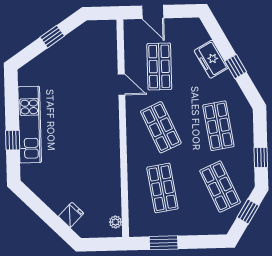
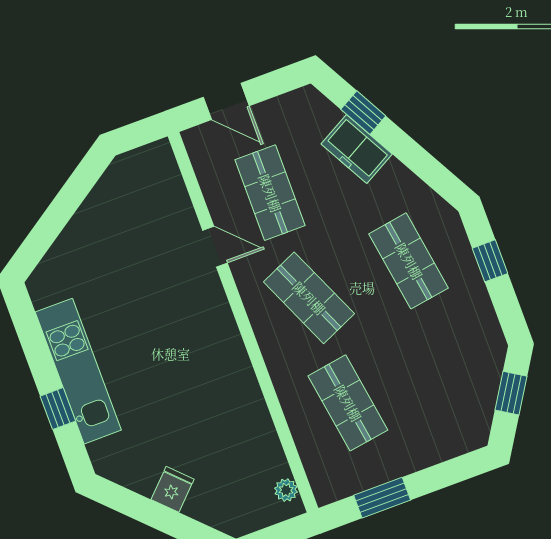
window: (52, 37) -> (65, 204), removed
window: (236, 66) -> (363, 113), moved
window: (261, 157) -> (490, 261), moved
shop shelf: (220, 187) -> (447, 366), removed
fridge: (71, 215) -> (173, 489), moved

